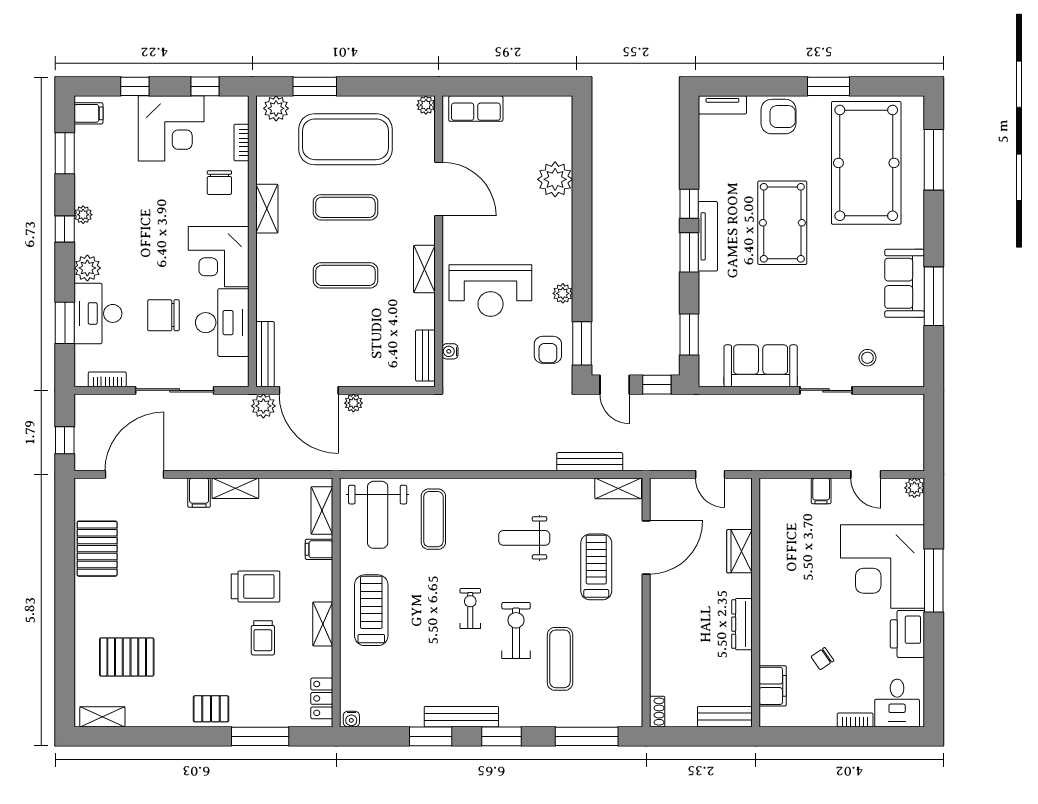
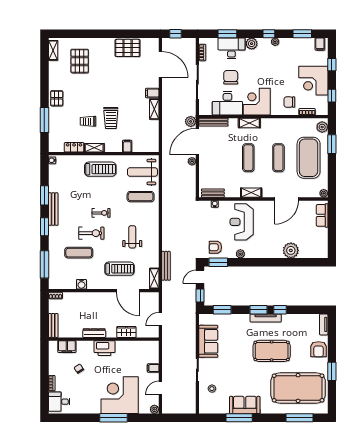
shelving: (267, 209) -> (249, 123), moved
shelving: (322, 511) -> (144, 147), removed
printer: (907, 634) -> (104, 348), moved, turned 180
water cooler: (631, 653) -> (81, 284), added
locker: (322, 698) -> (74, 147), moved

